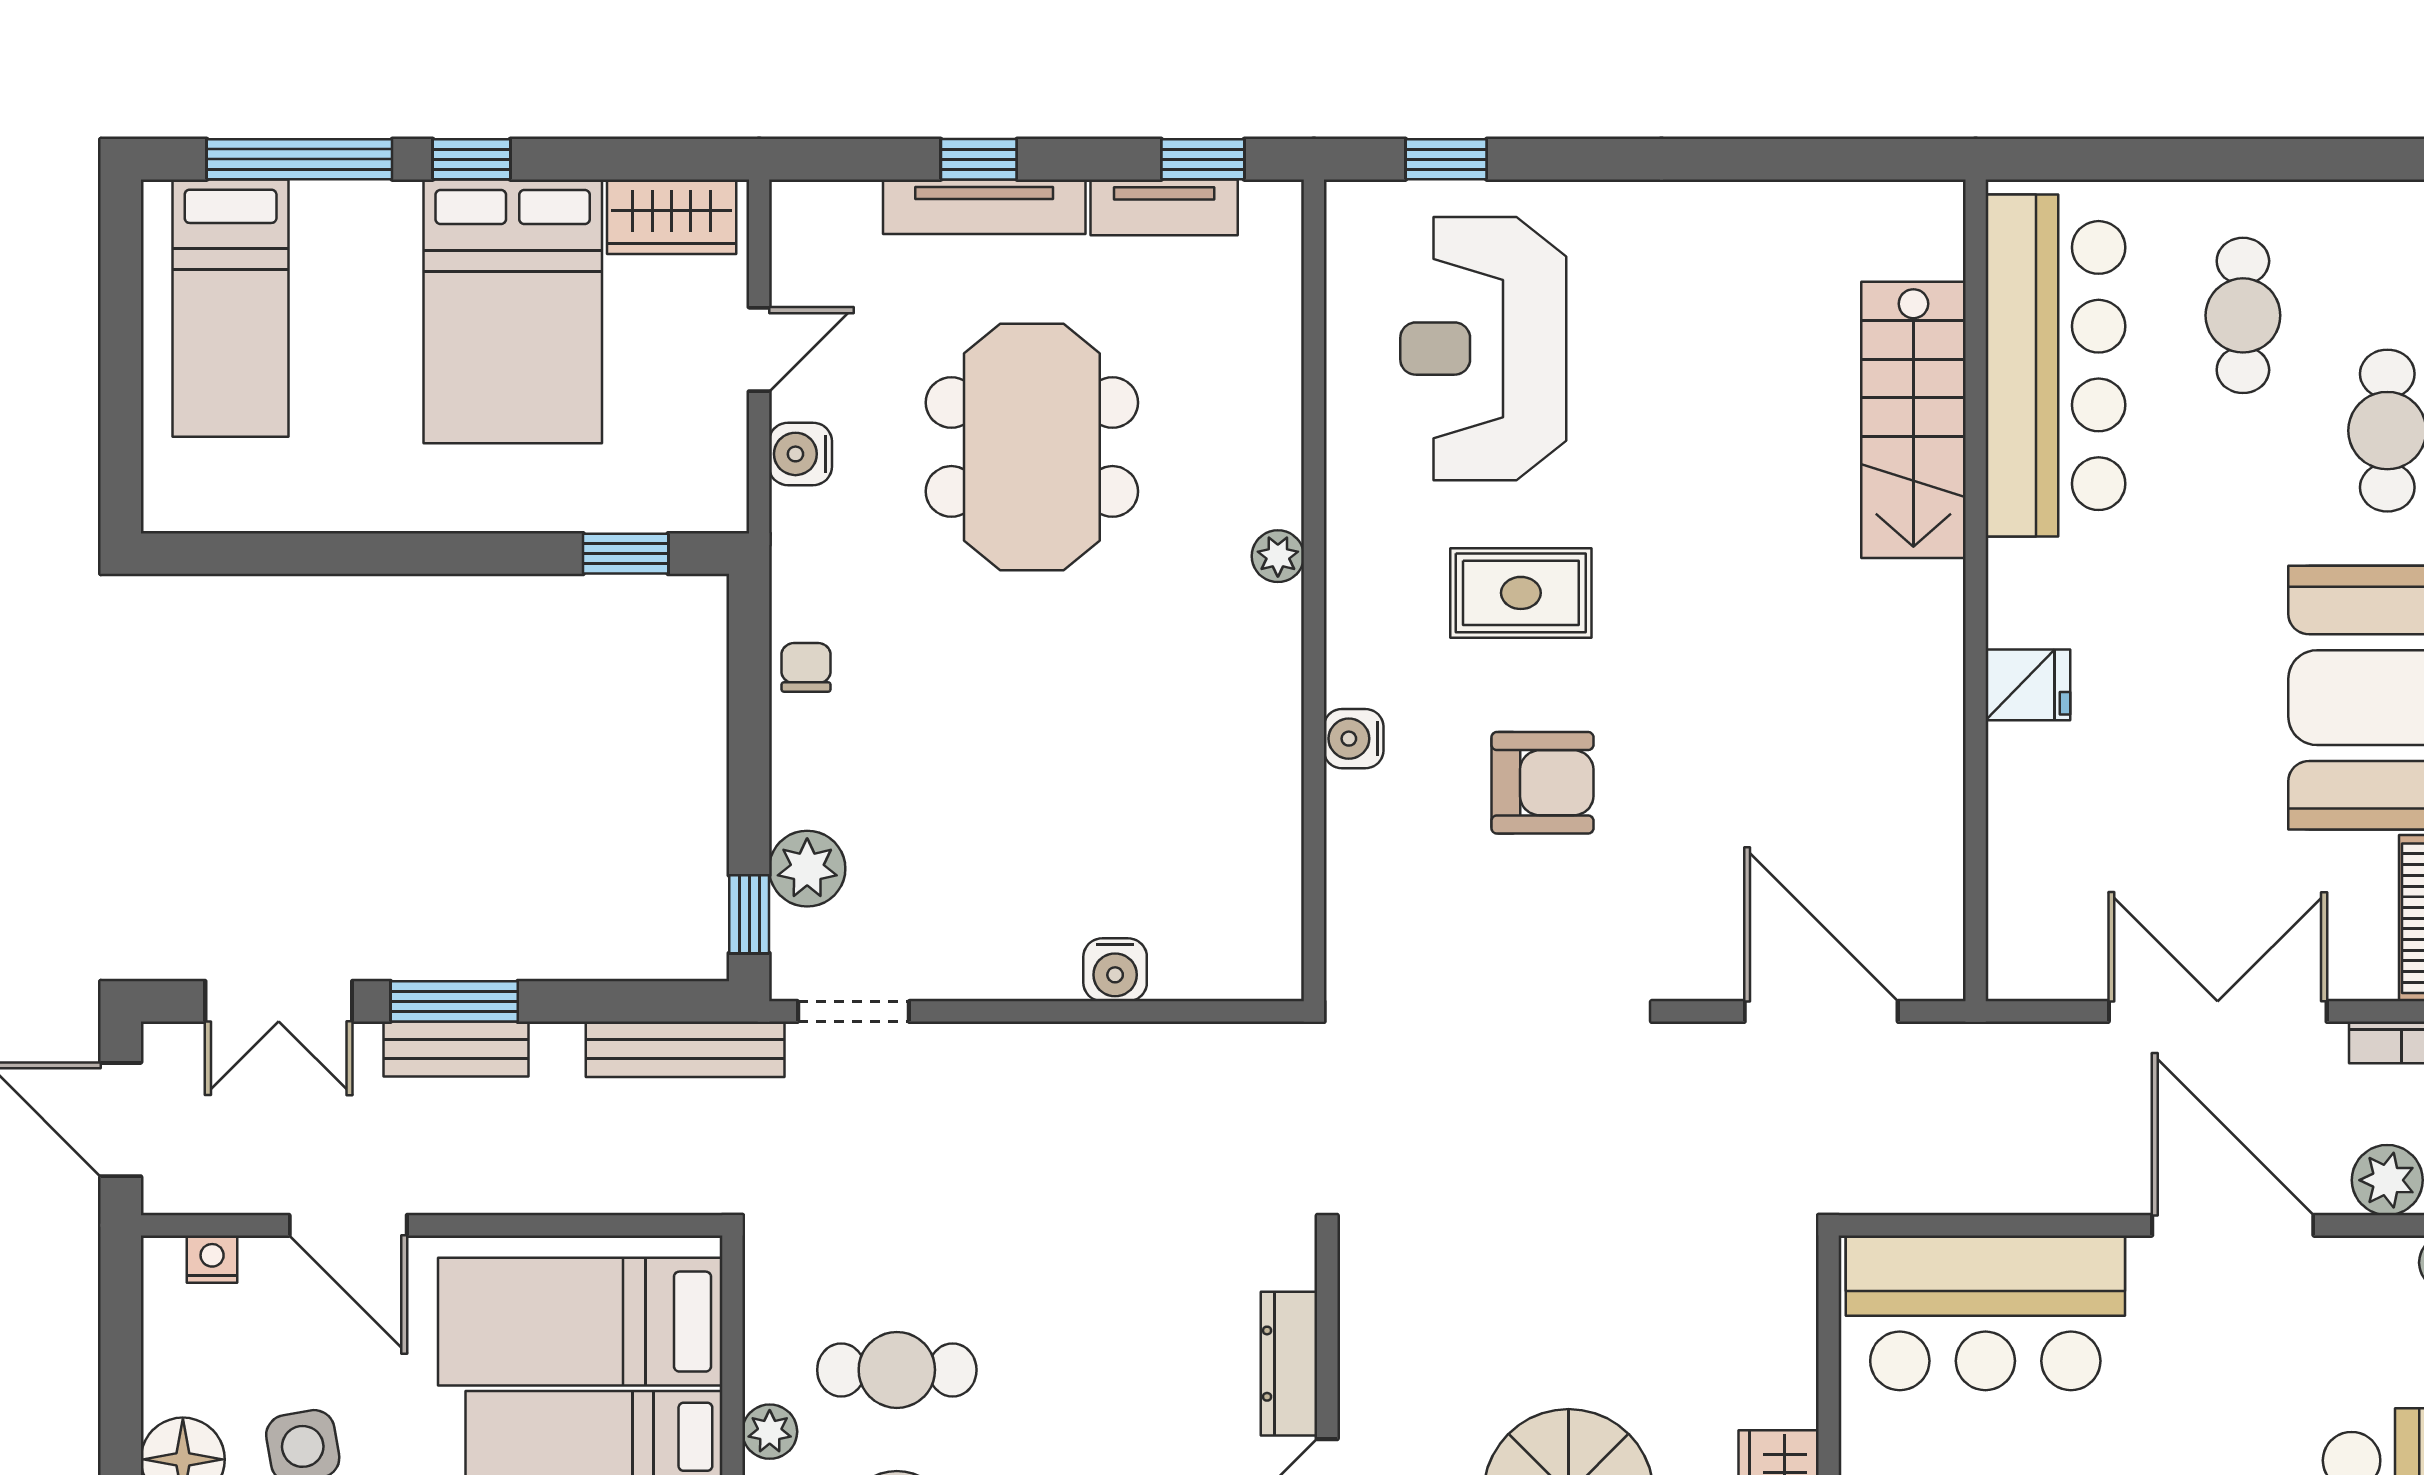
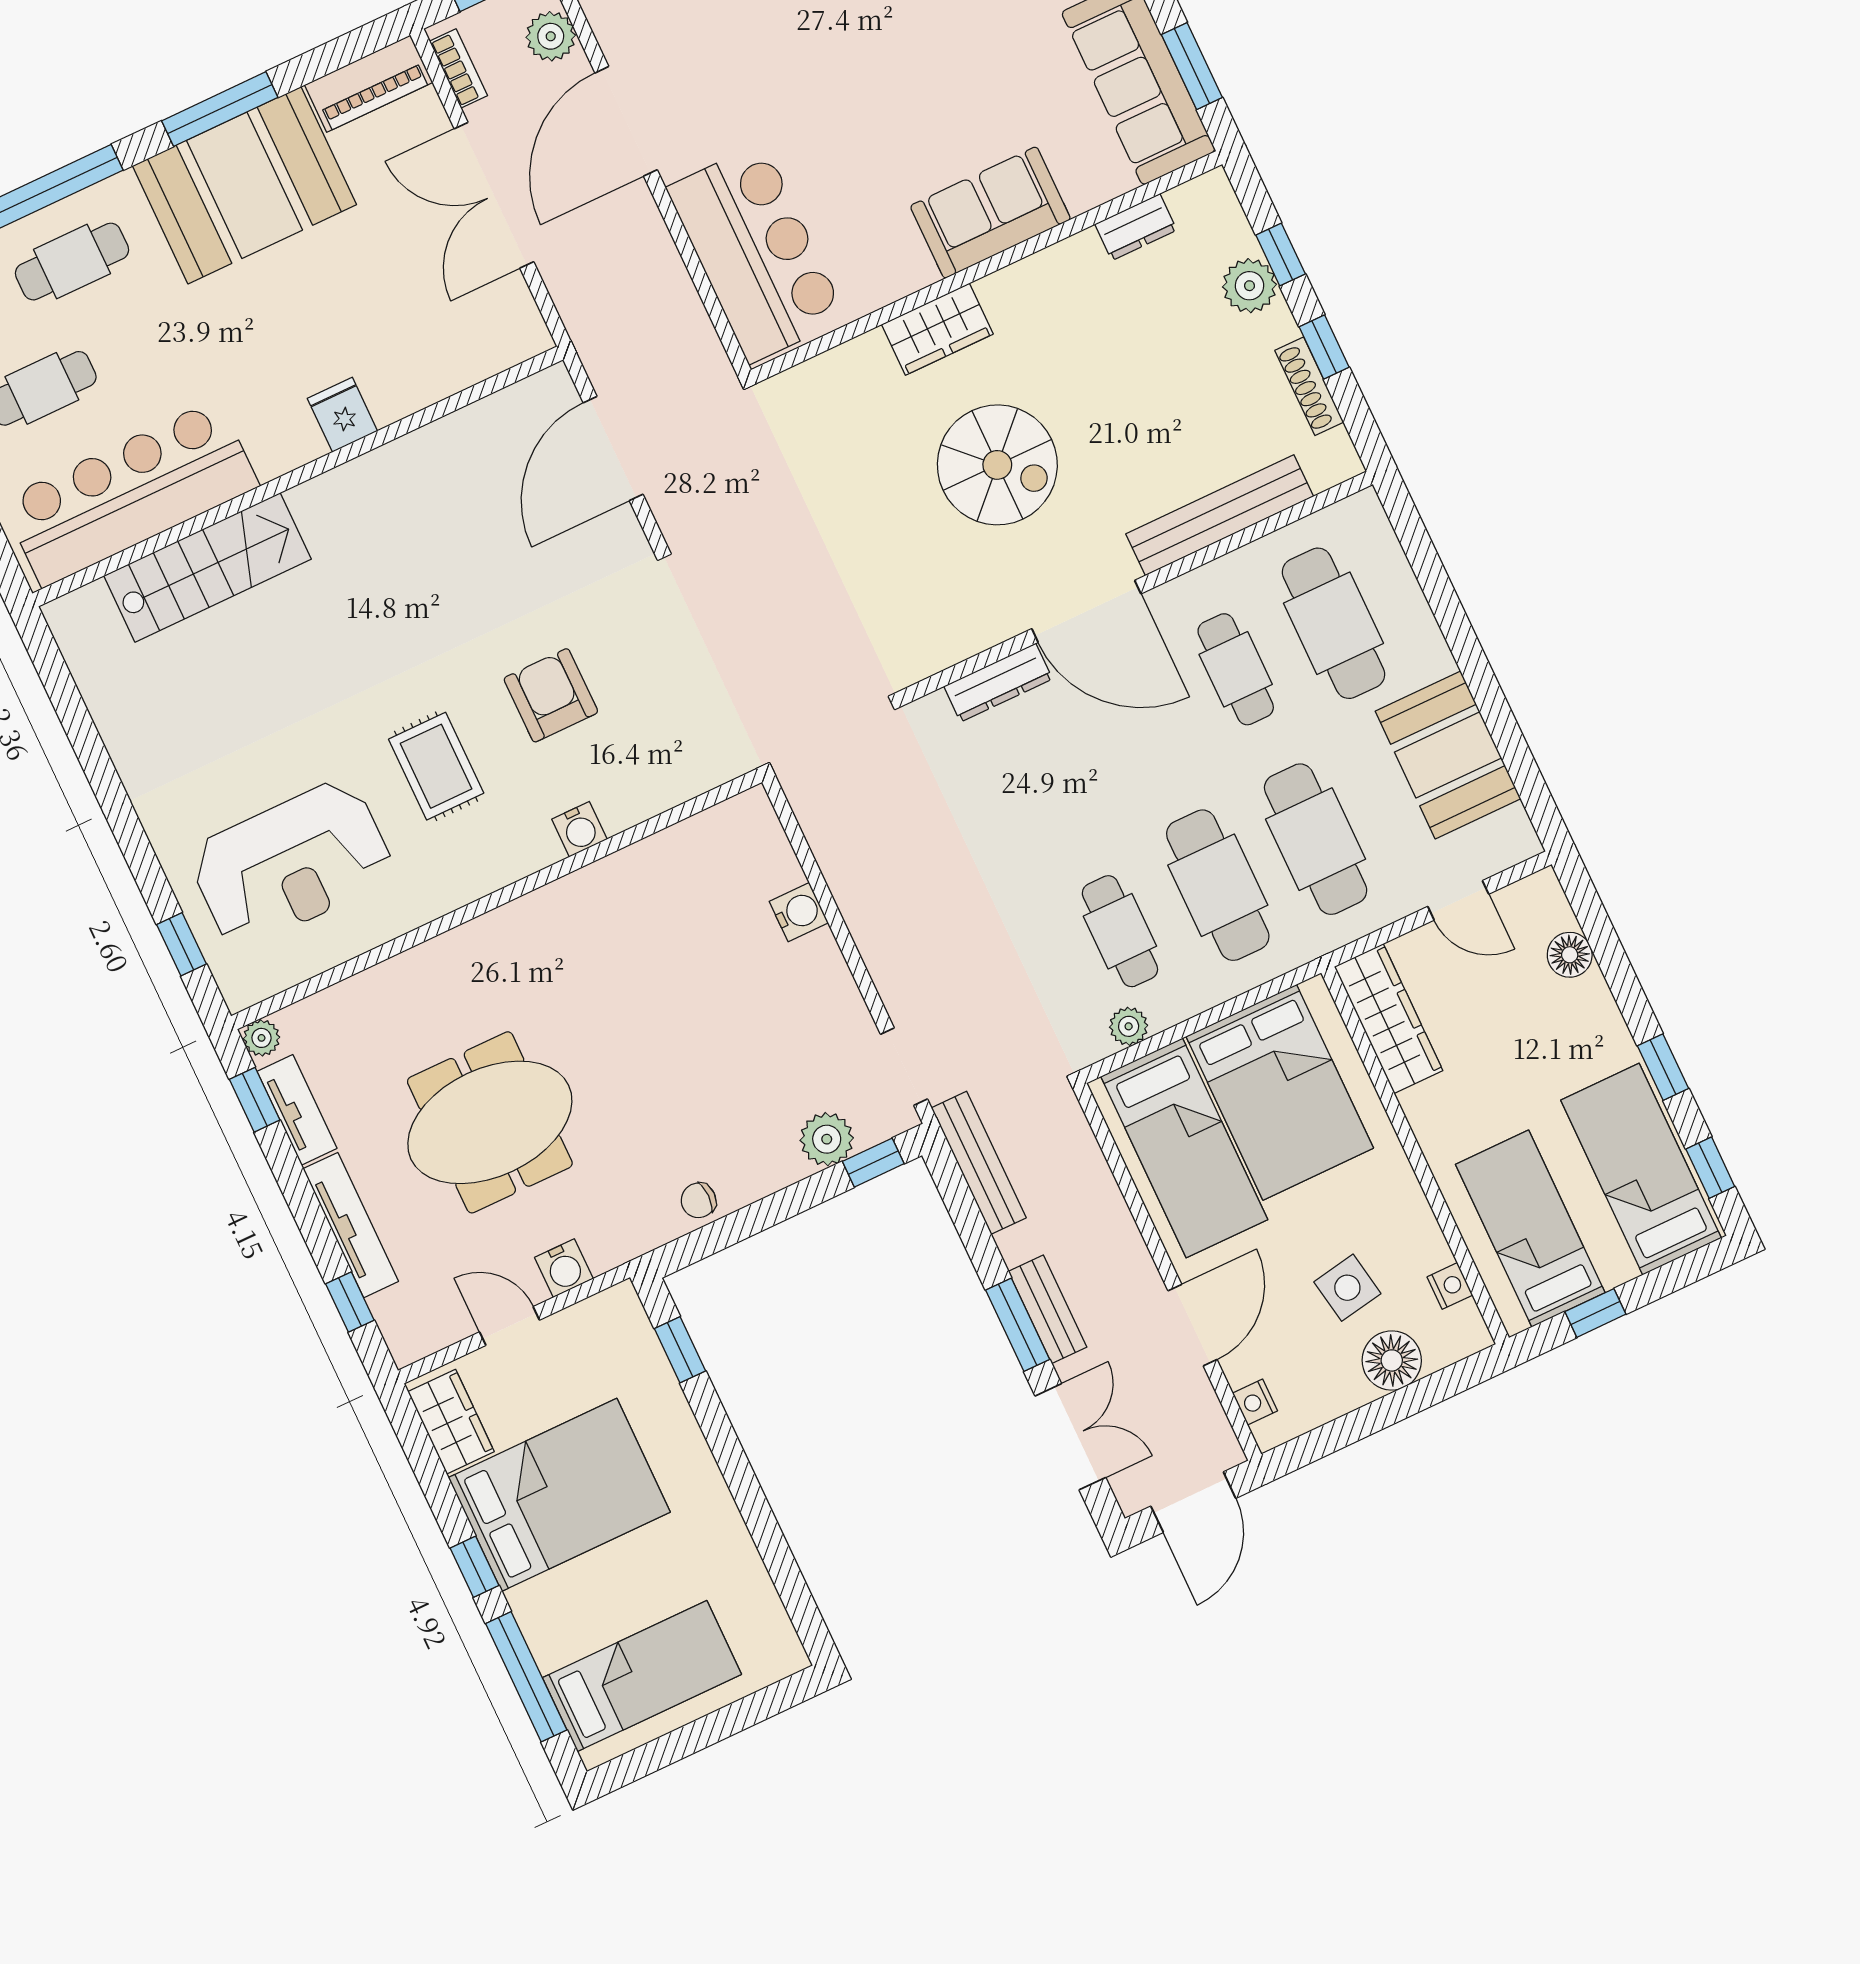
window: (979, 159) -> (350, 1302), moved
plant: (1278, 556) -> (262, 1038), moved
plant: (770, 1432) -> (1129, 1026), moved

